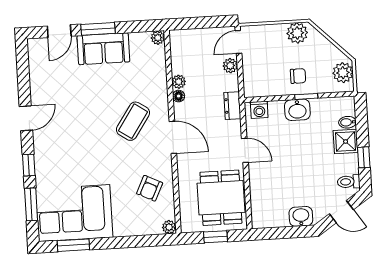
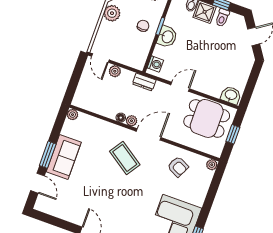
plant: (179, 82) -> (132, 121), moved
toilet: (349, 182) -> (222, 18), moved
washbasin: (301, 216) -> (231, 95), moved, turned 90

